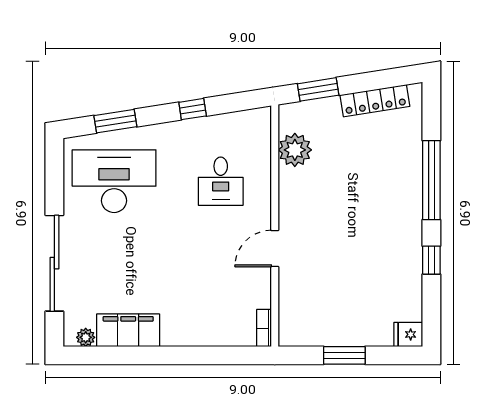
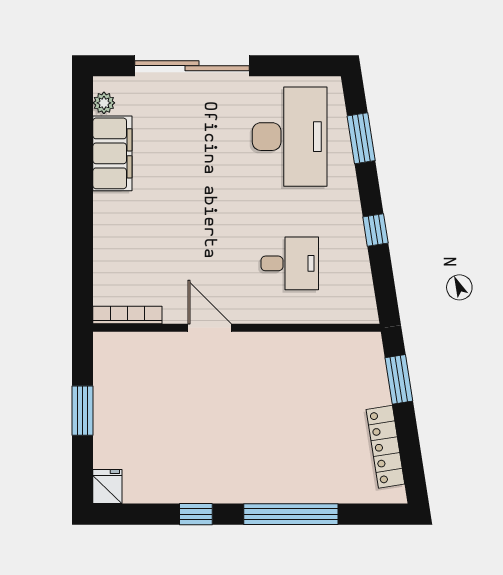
plant: (295, 150) -> (327, 352), removed
desk: (221, 181) -> (290, 263), turned 180
bookcase: (264, 328) -> (127, 315), width x1.56

